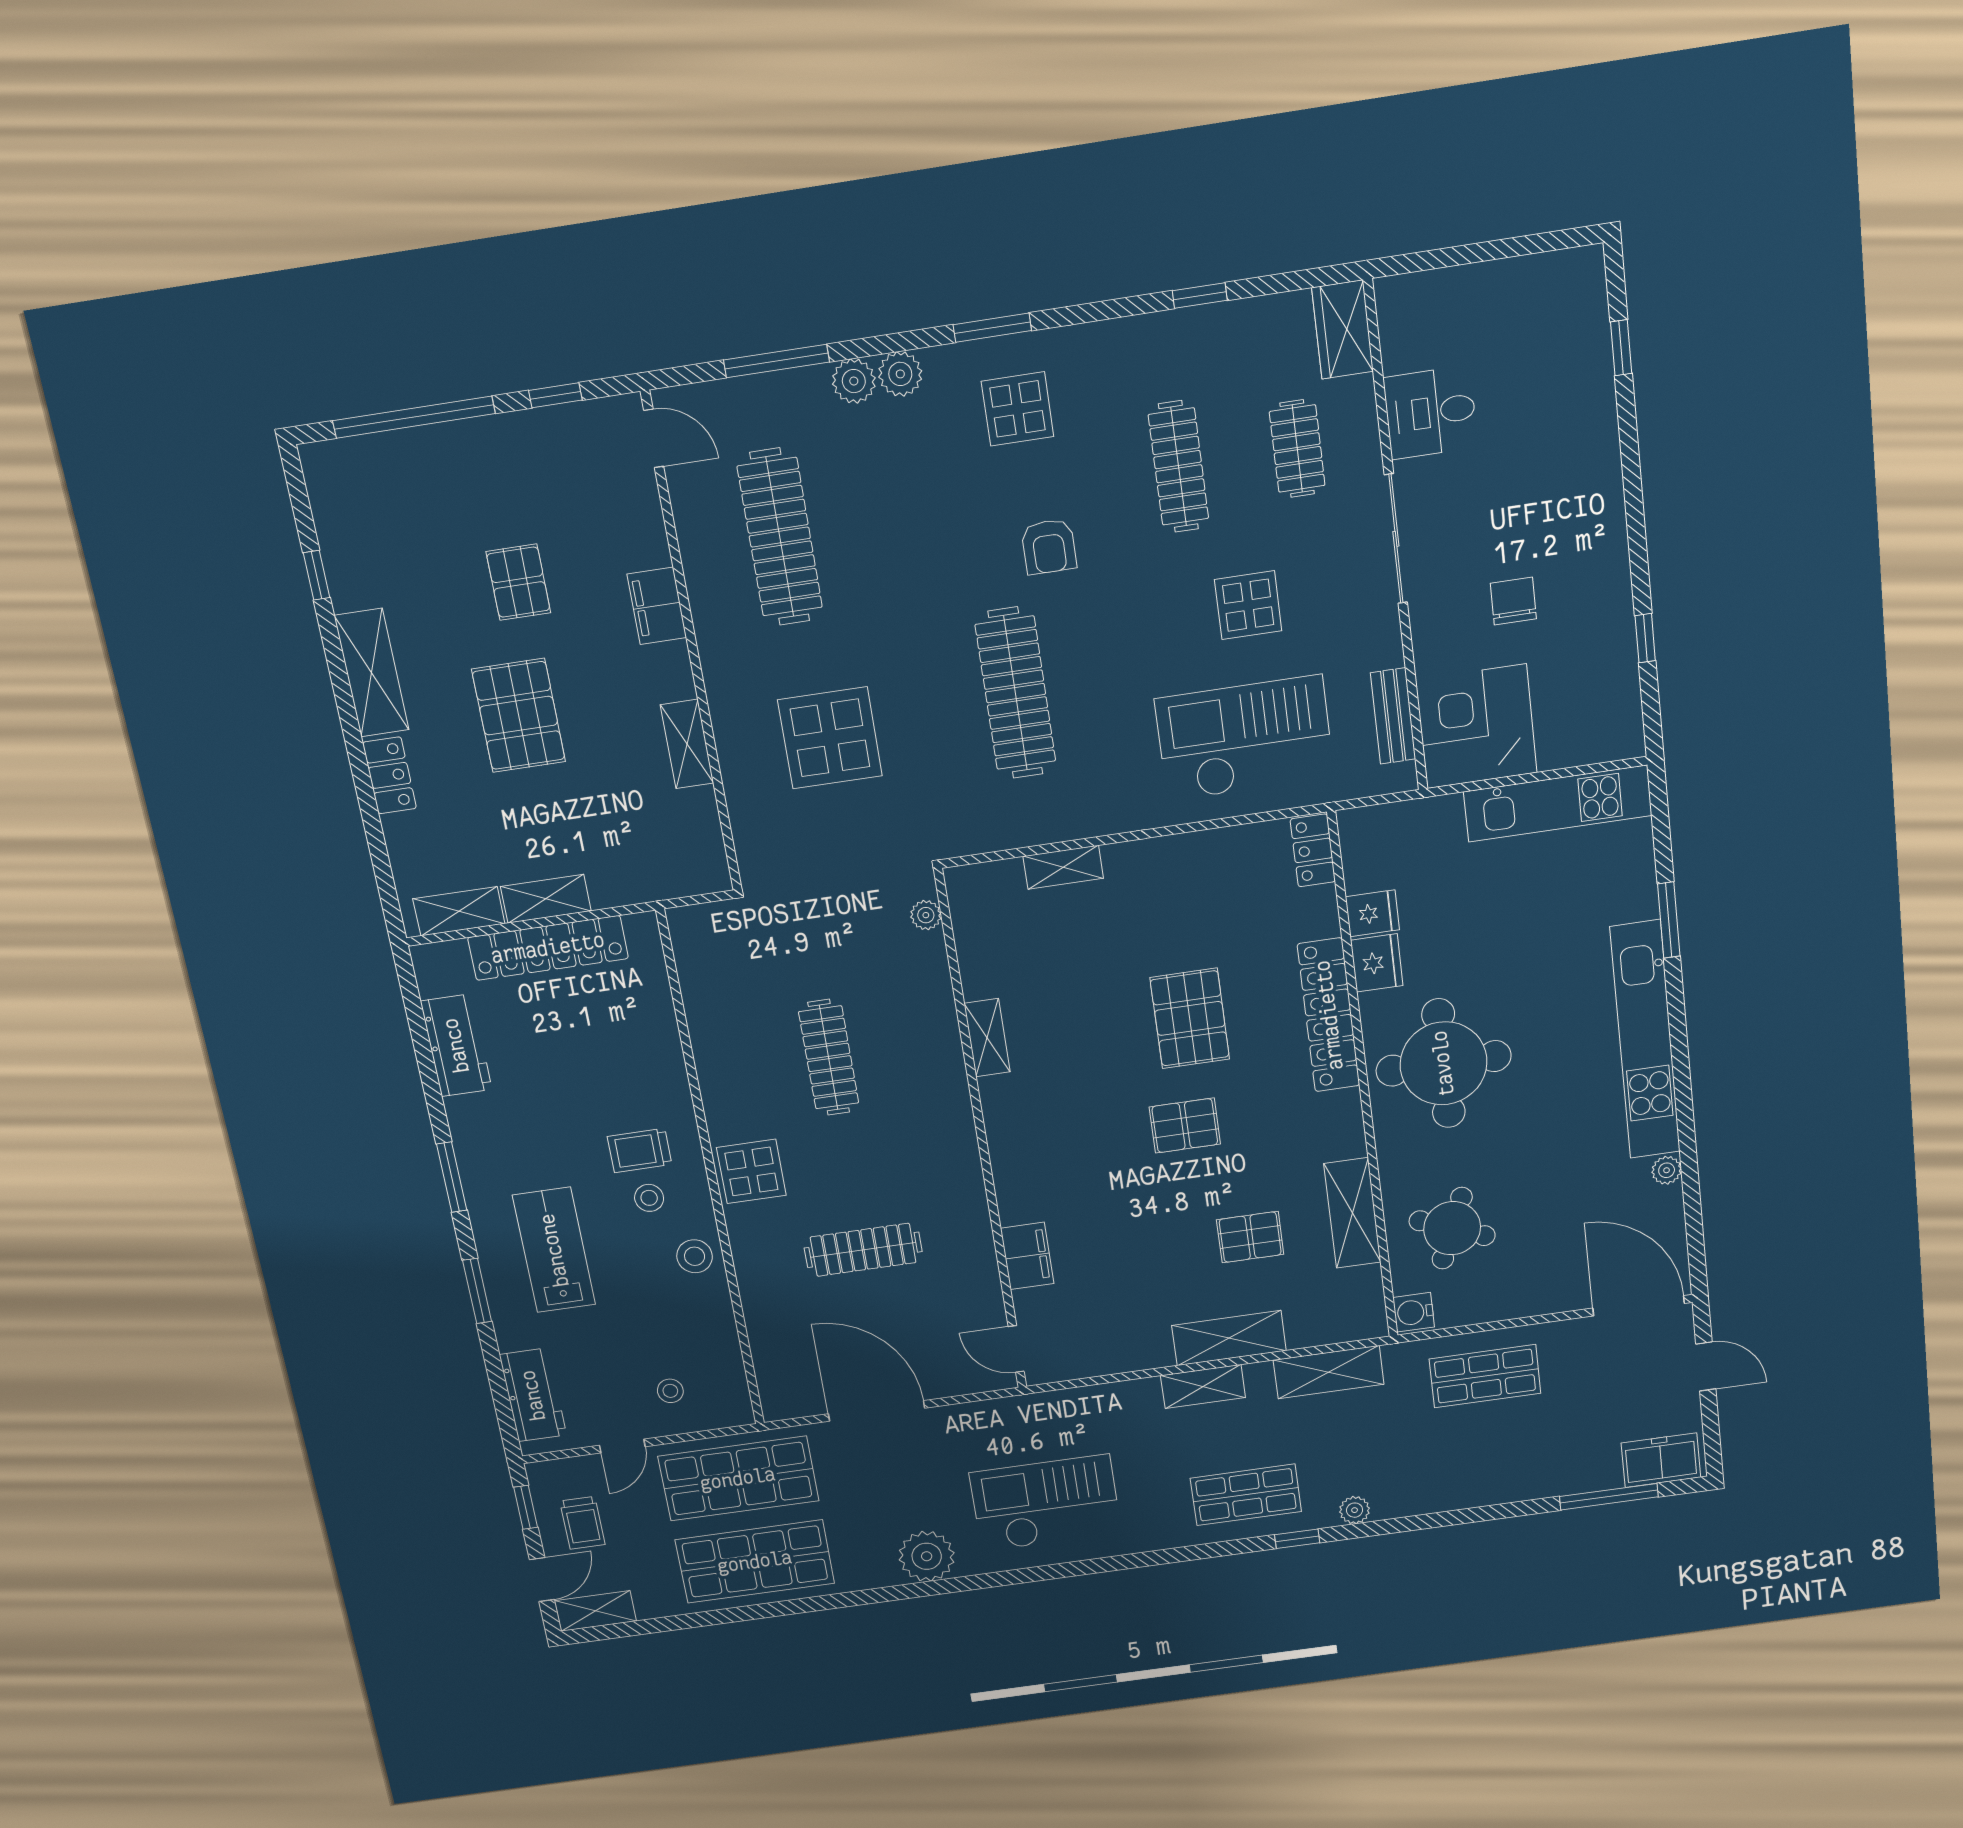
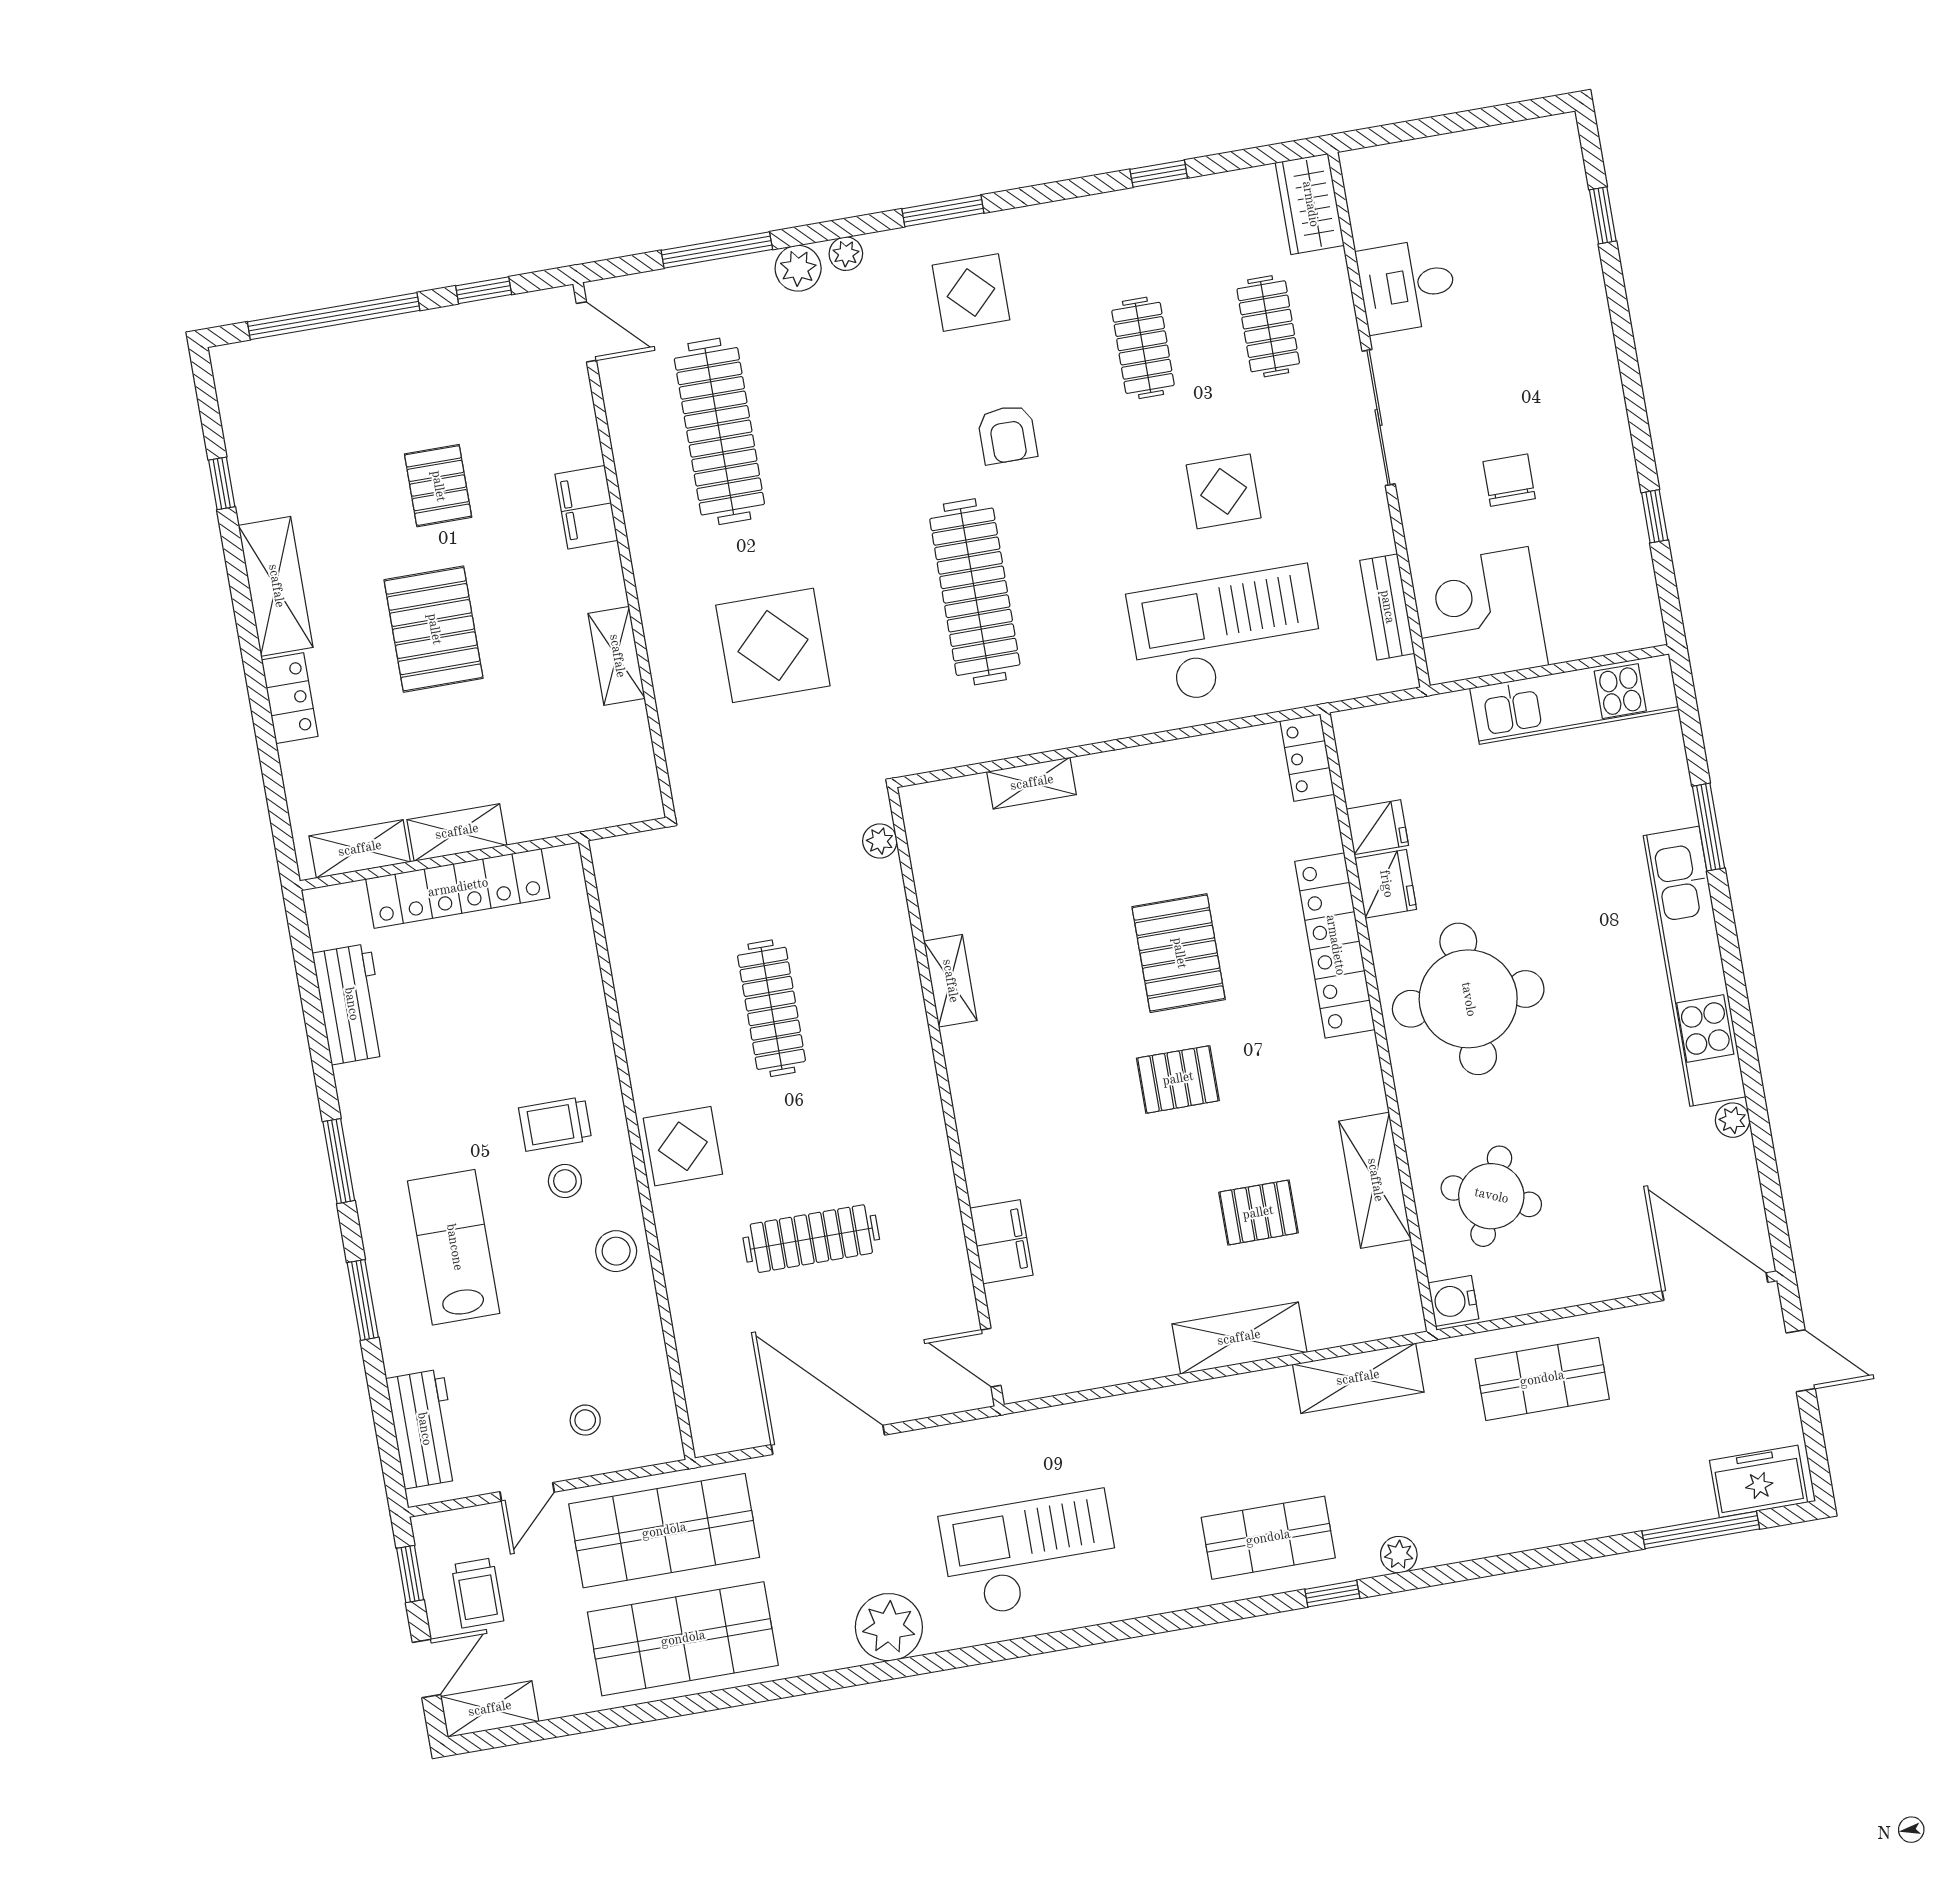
plant: (900, 374) -> (846, 254), width x0.73, depth x0.73
clothes rail: (1178, 467) -> (1143, 348), width x0.73
shelving: (1203, 1387) -> (1212, 1400), removed

